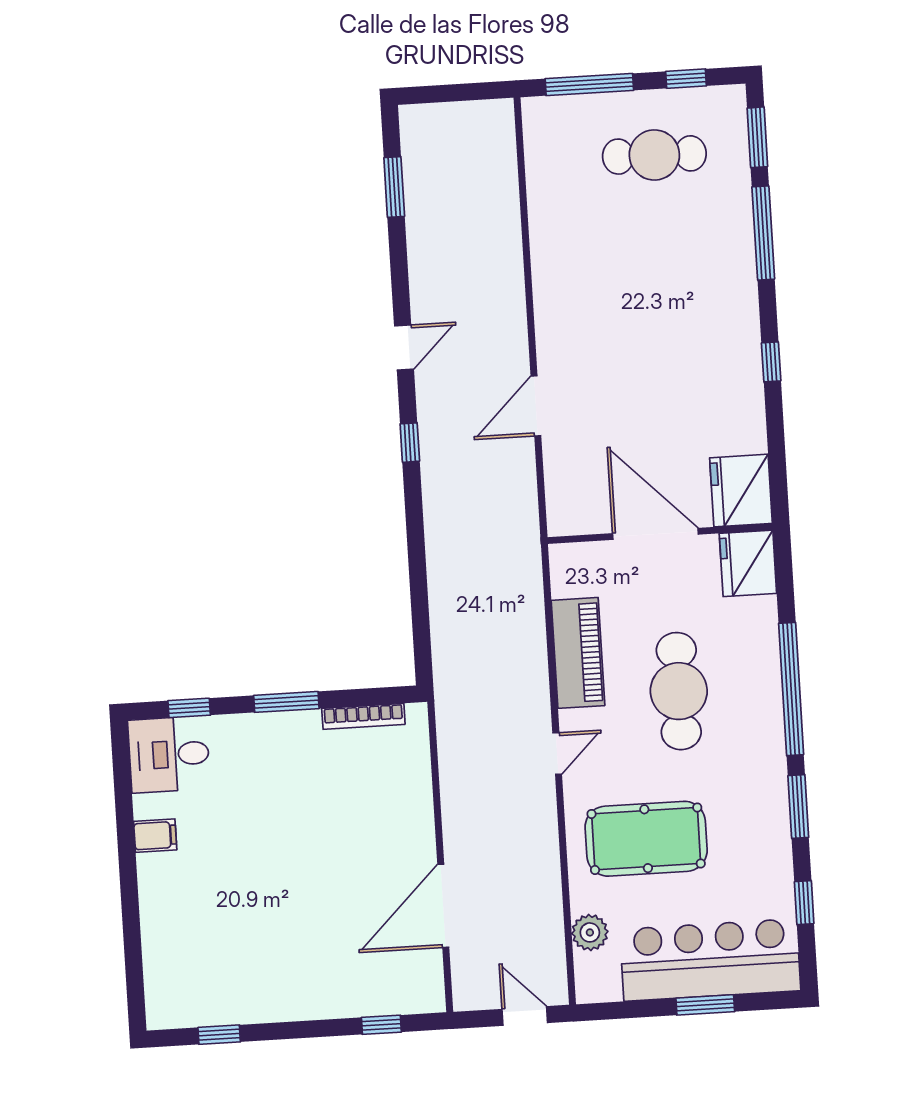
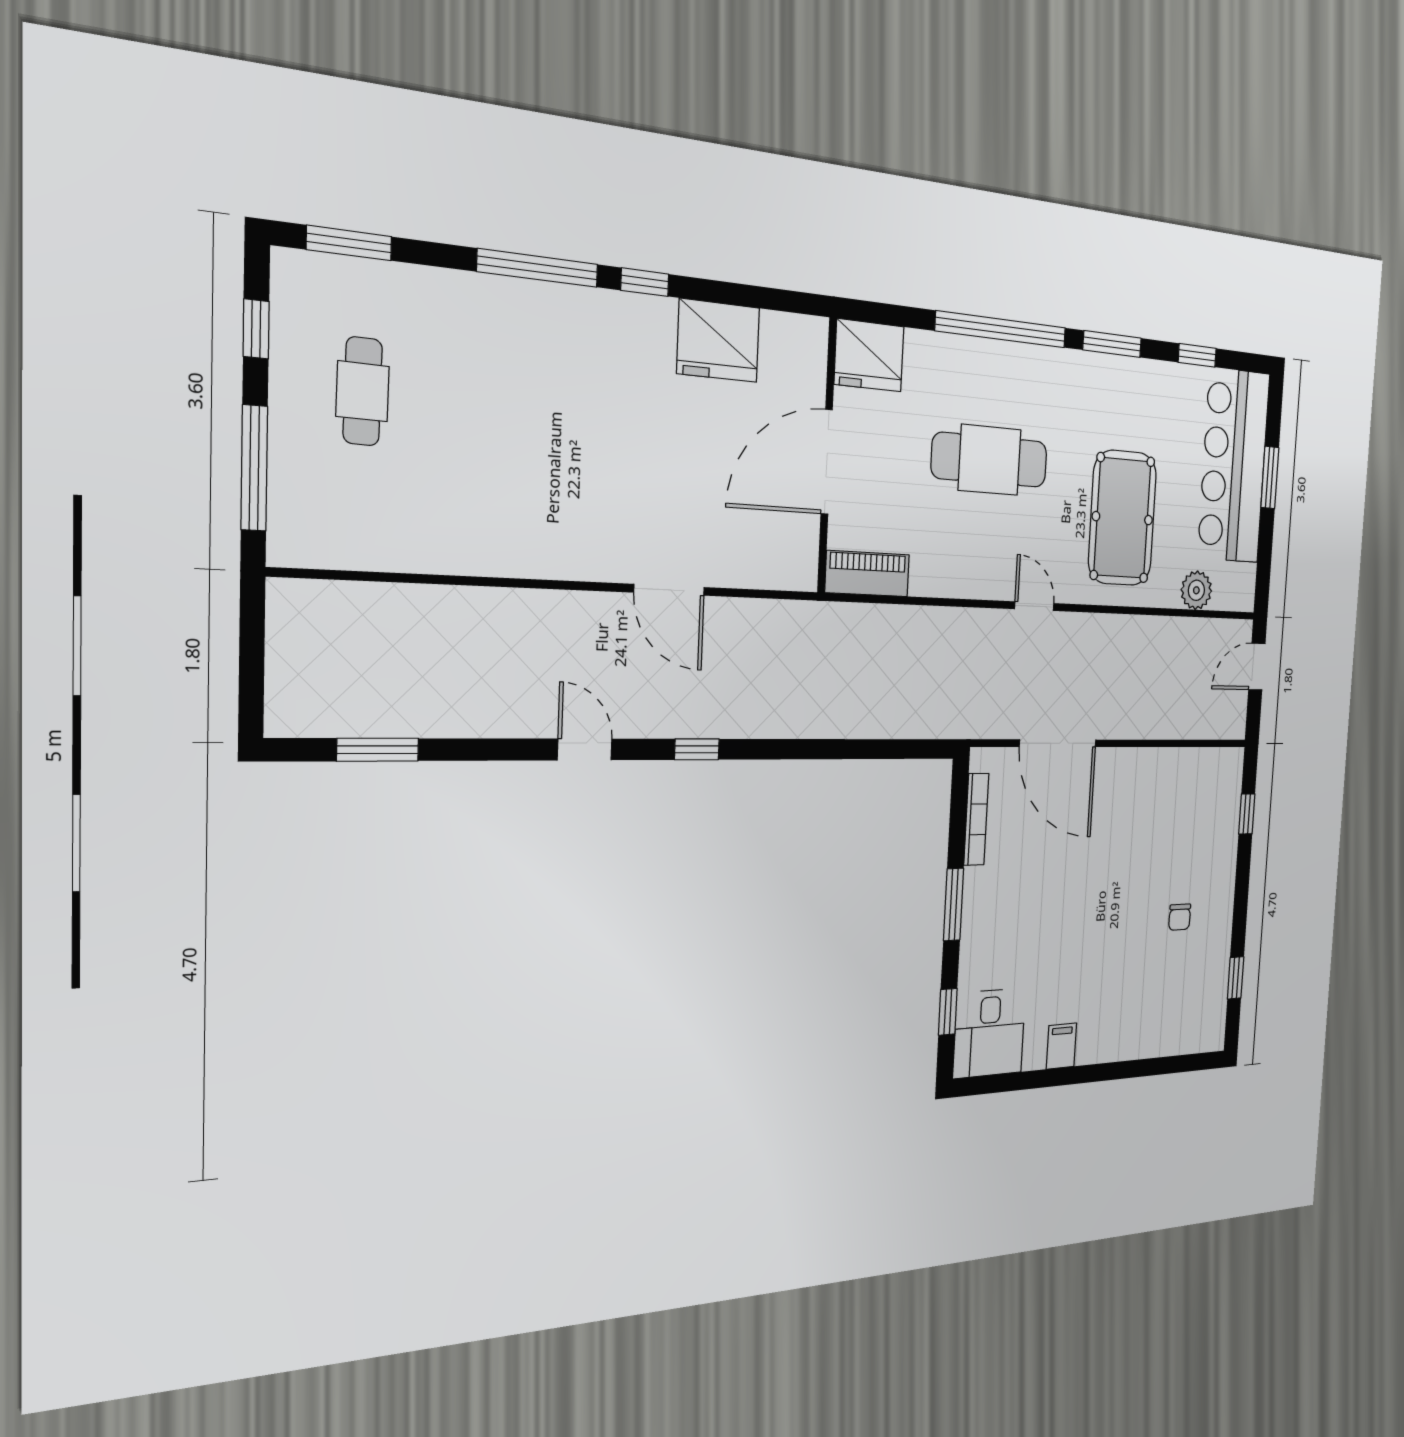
cafe table: (654, 155) -> (363, 391), width x0.73, depth x0.74
window: (763, 233) -> (538, 268), moved
fridge: (741, 491) -> (718, 341), moved
piano: (578, 653) -> (867, 574), moved, width x0.73, depth x0.75
door: (443, 906) -> (1058, 743), moved
chair: (279, 957) -> (1180, 917), added

